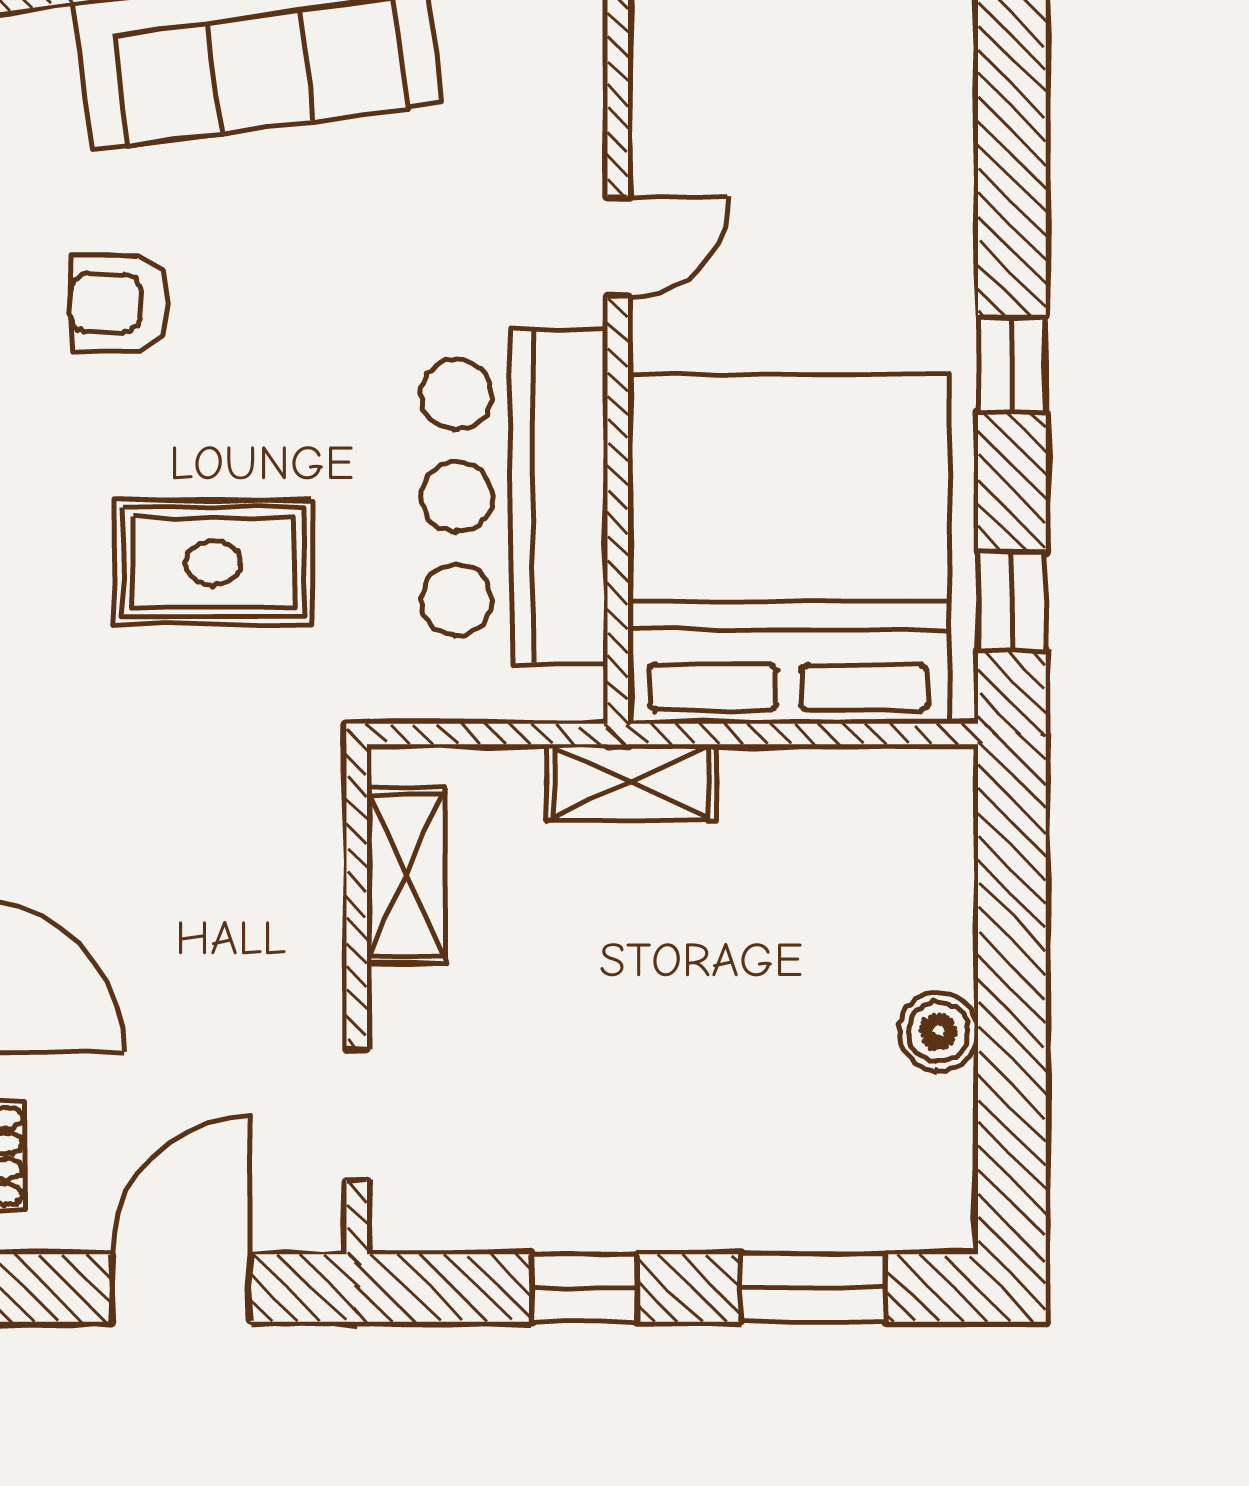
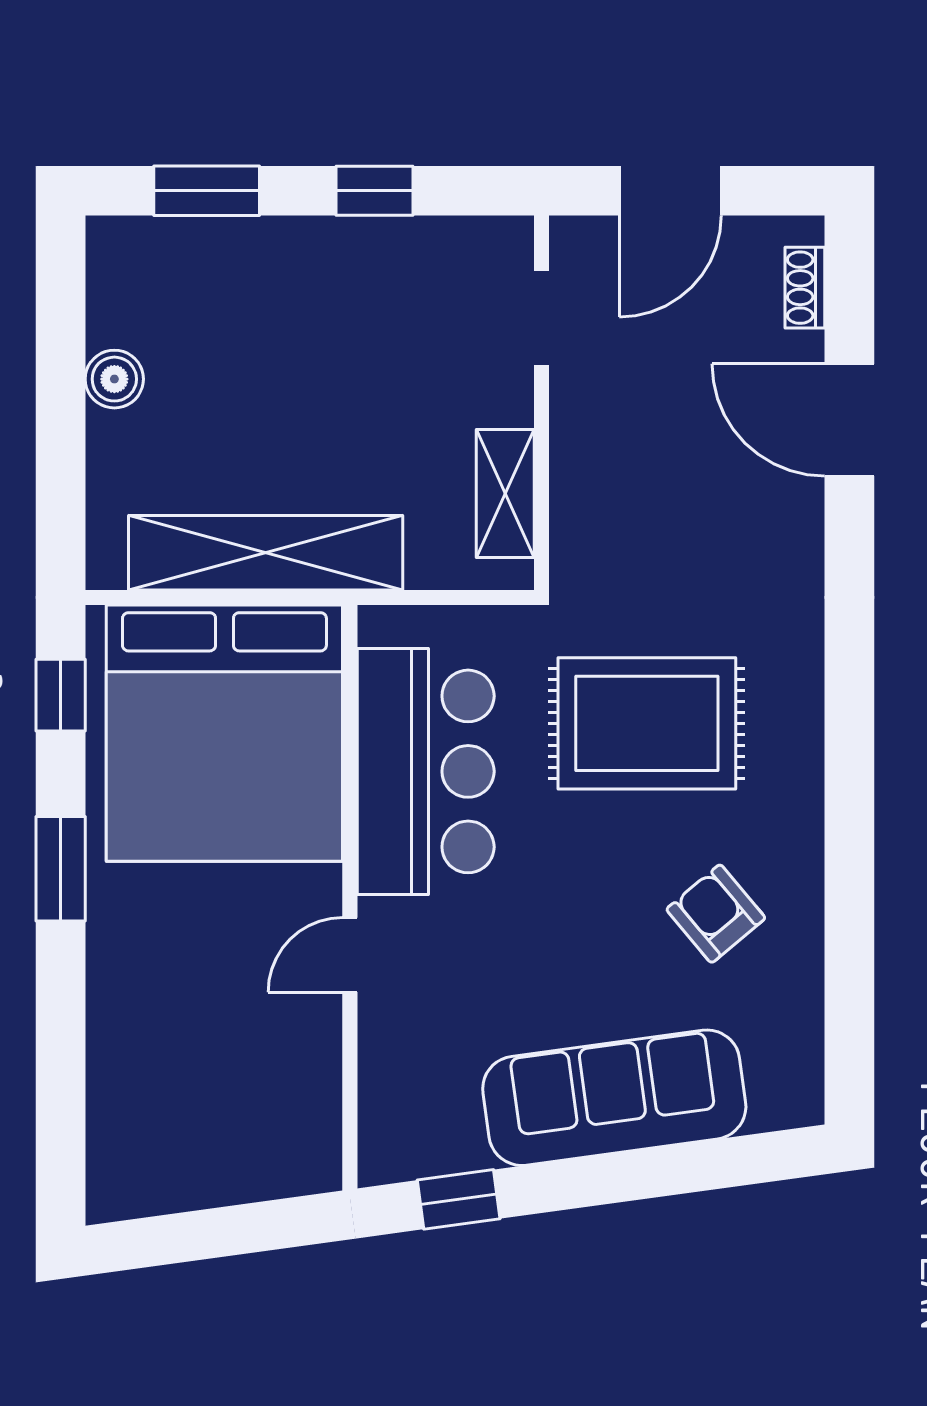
armchair: (119, 303) -> (716, 914), turned -130
window: (1012, 364) -> (61, 869), width x1.50
rug: (213, 562) -> (647, 723), width x1.36, depth x1.43
shelving: (631, 782) -> (266, 553), width x2.20, depth x1.33

